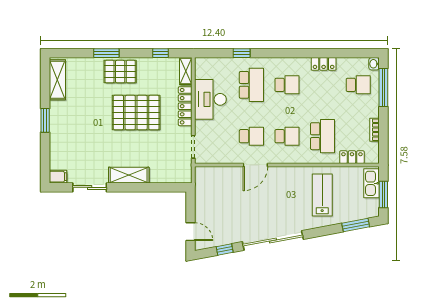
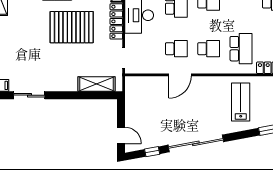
shelving: (129, 175) -> (96, 84), moved

